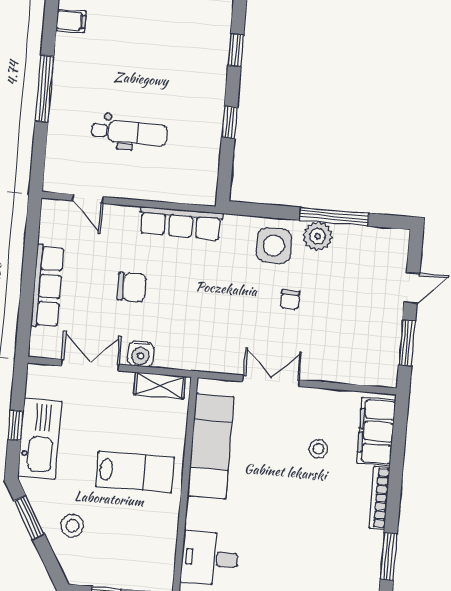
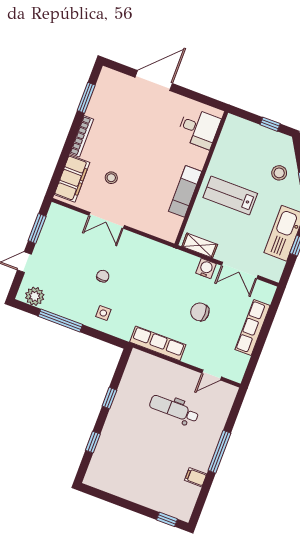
filing cabinet: (71, 21) -> (196, 477), moved
door: (88, 199) -> (212, 375), swing flipped
plant: (318, 236) -> (35, 296), moved
side table: (274, 245) -> (103, 313), width x0.54, depth x0.54
double door: (271, 381) -> (107, 220), moved
exam couch: (211, 446) -> (185, 191), width x0.73, depth x0.69

